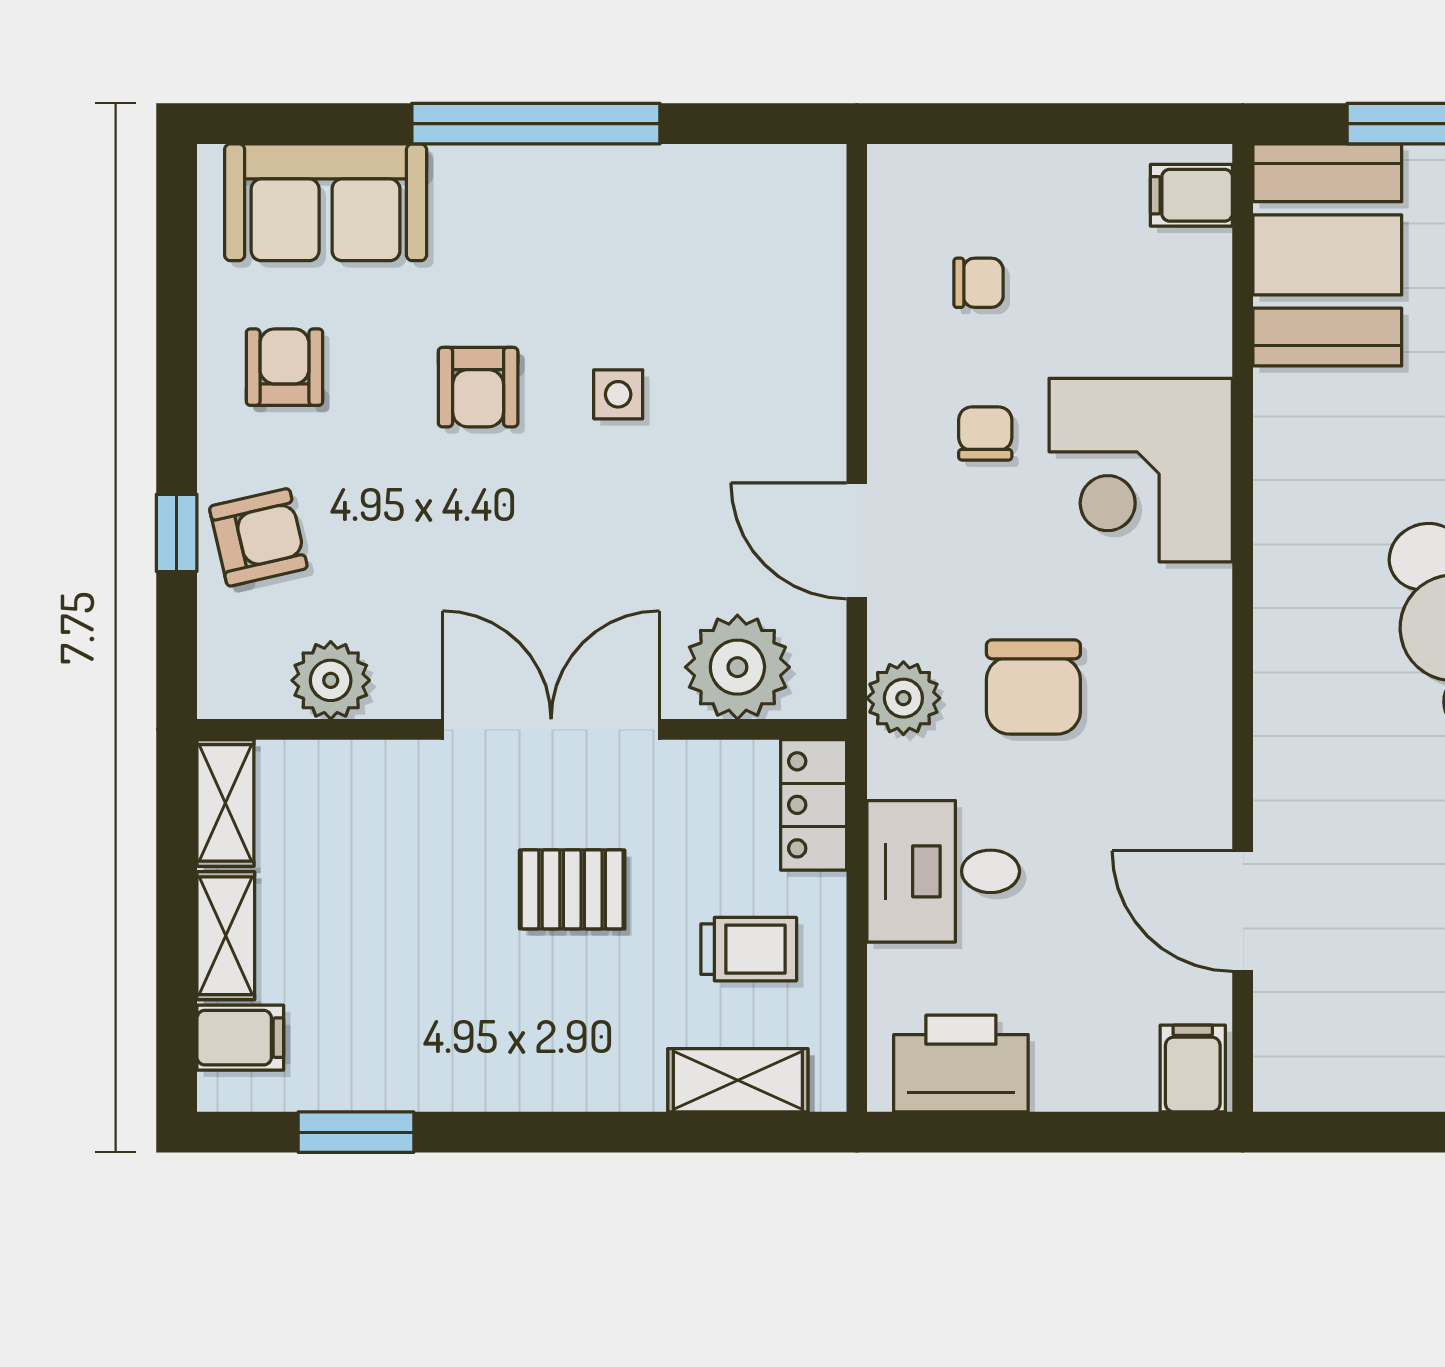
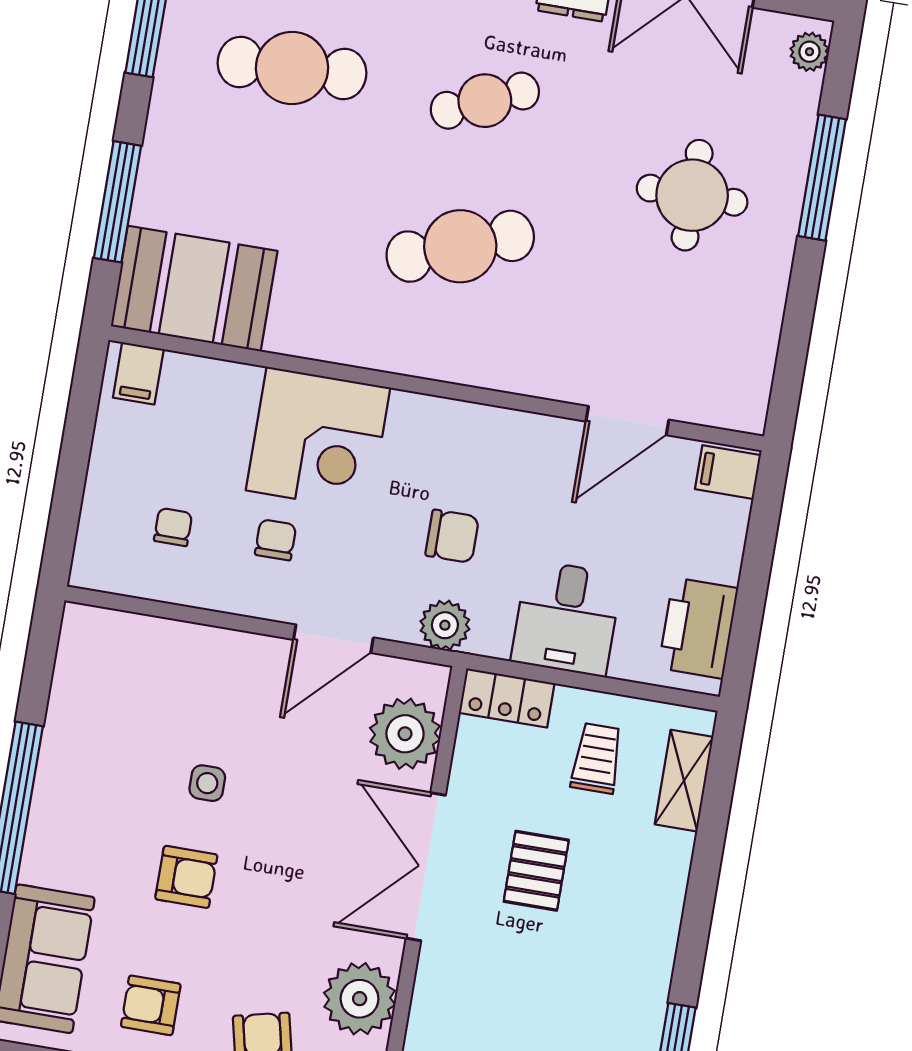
chair: (985, 433) -> (276, 540), turned 90
plant: (331, 680) -> (360, 999), width x1.36, depth x1.36
chair: (1033, 687) -> (452, 536), width x0.73, depth x0.73

